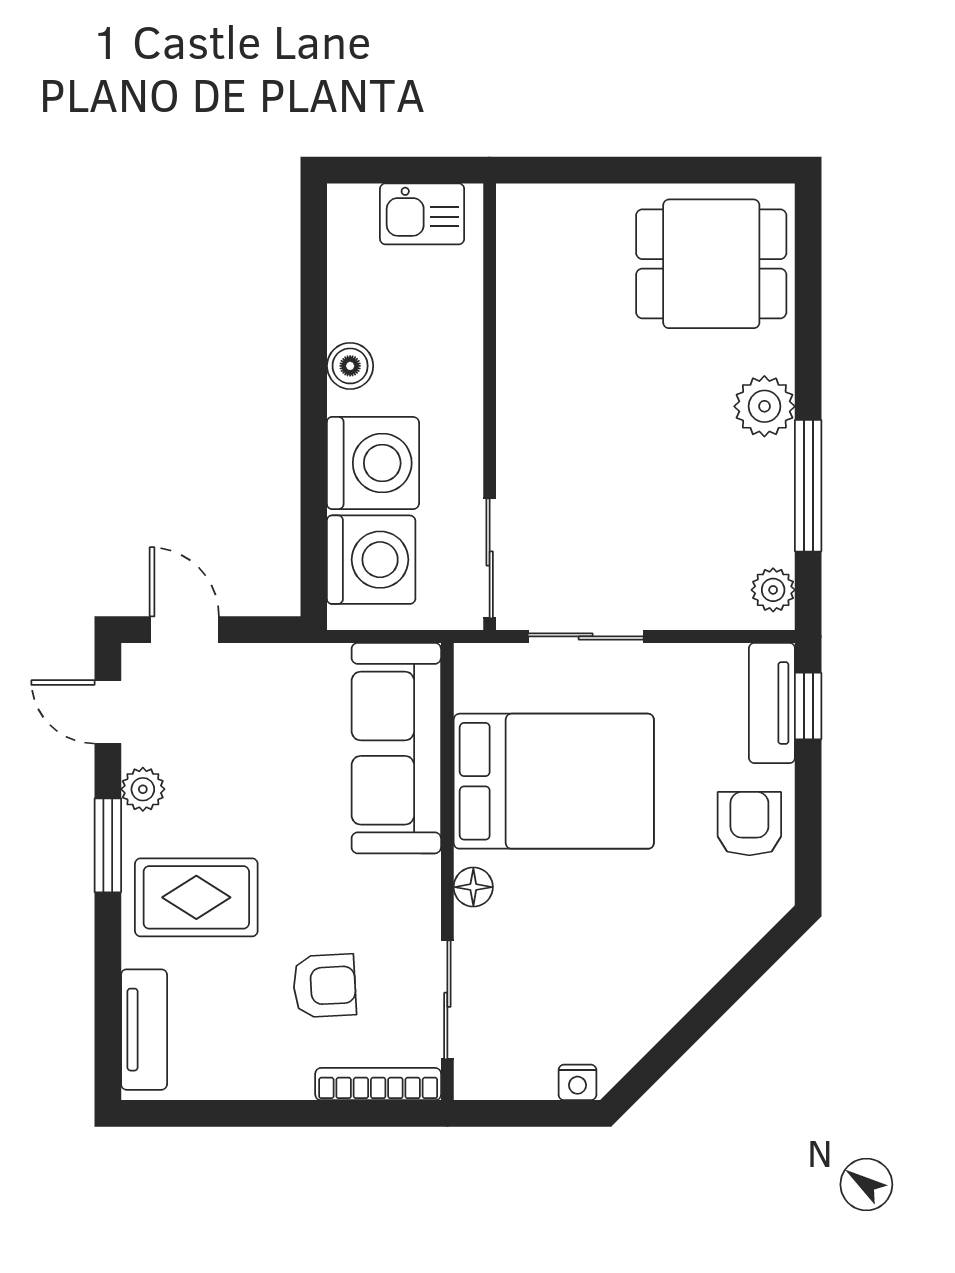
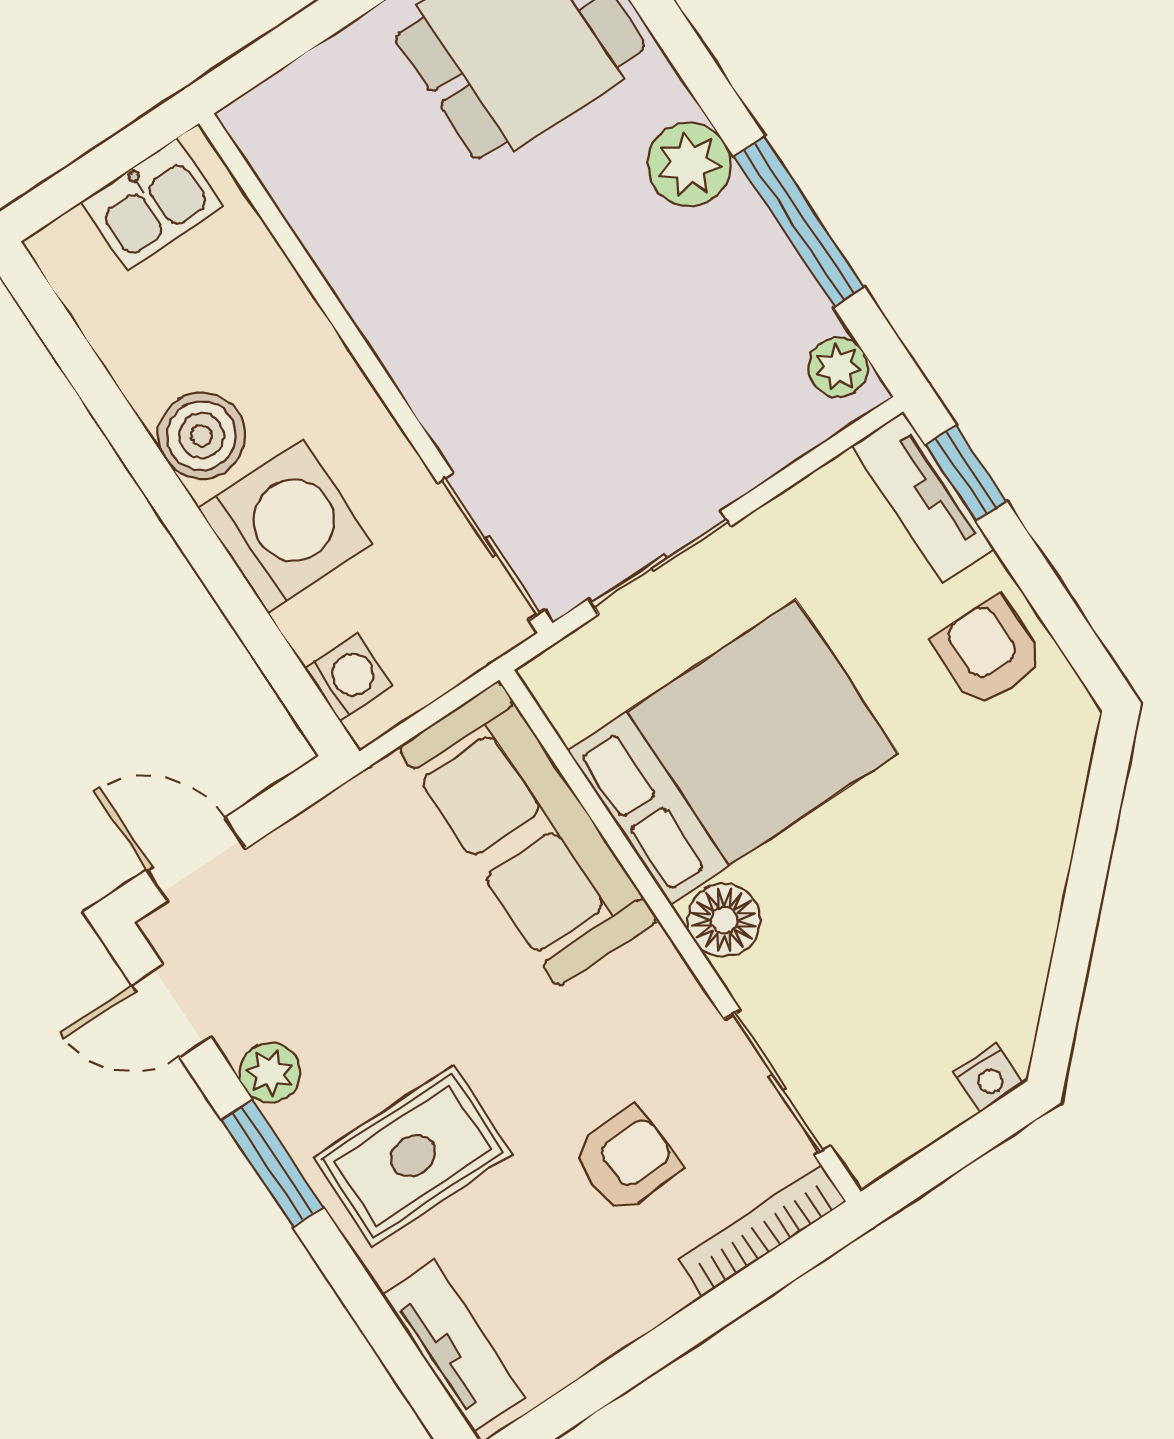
boiler: (350, 366) -> (201, 436), width x1.36, depth x1.36
washing machine: (371, 560) -> (349, 677), width x0.53, depth x0.53
floor lamp: (473, 887) -> (724, 920), width x1.37, depth x1.37

